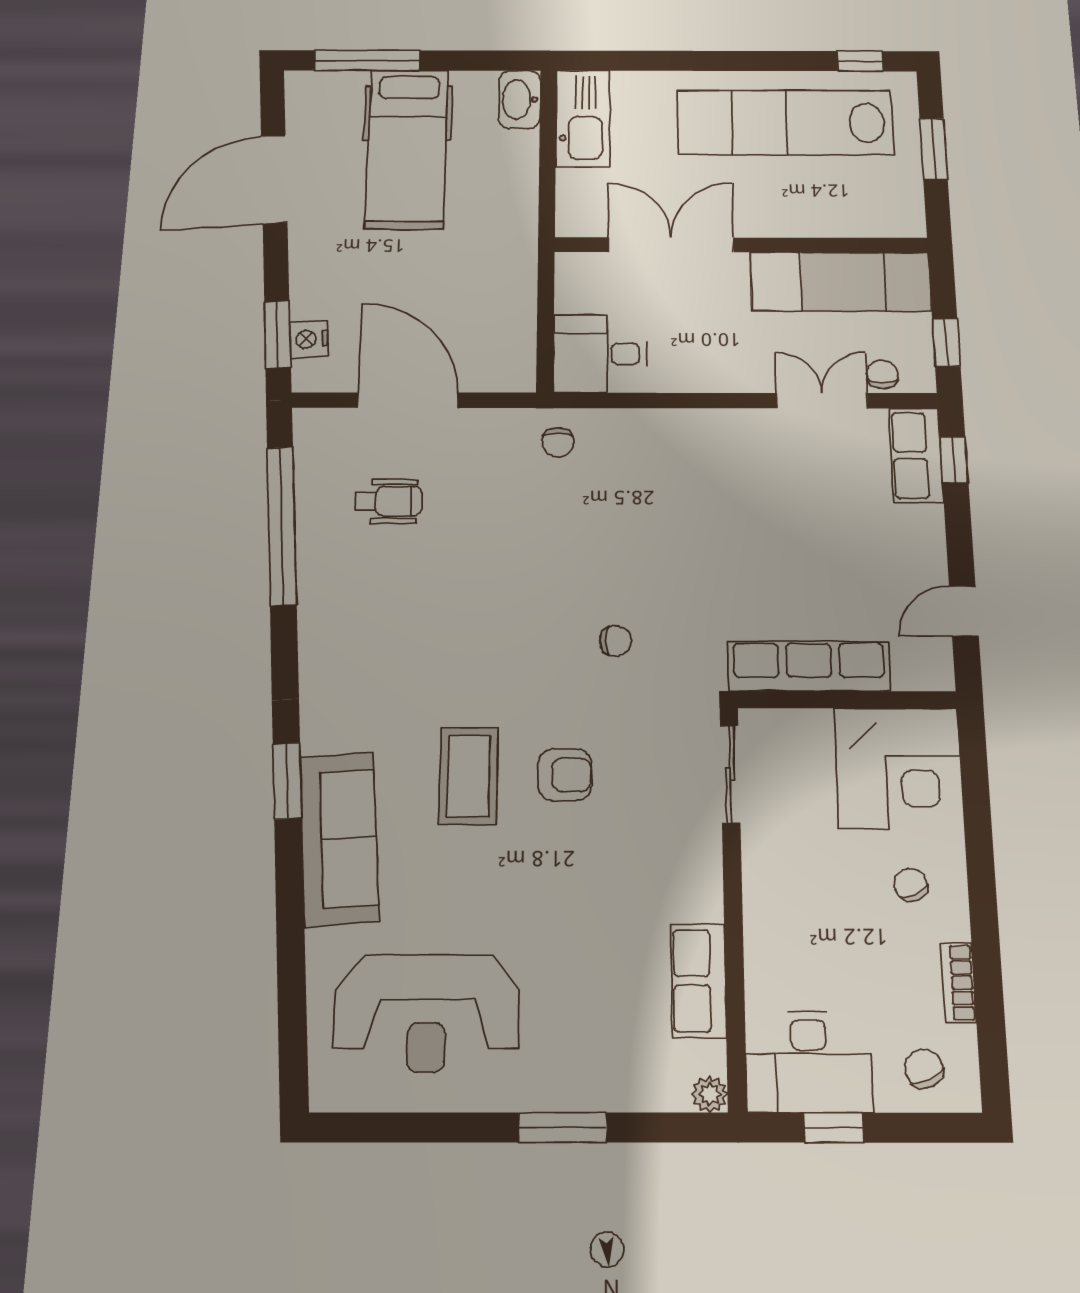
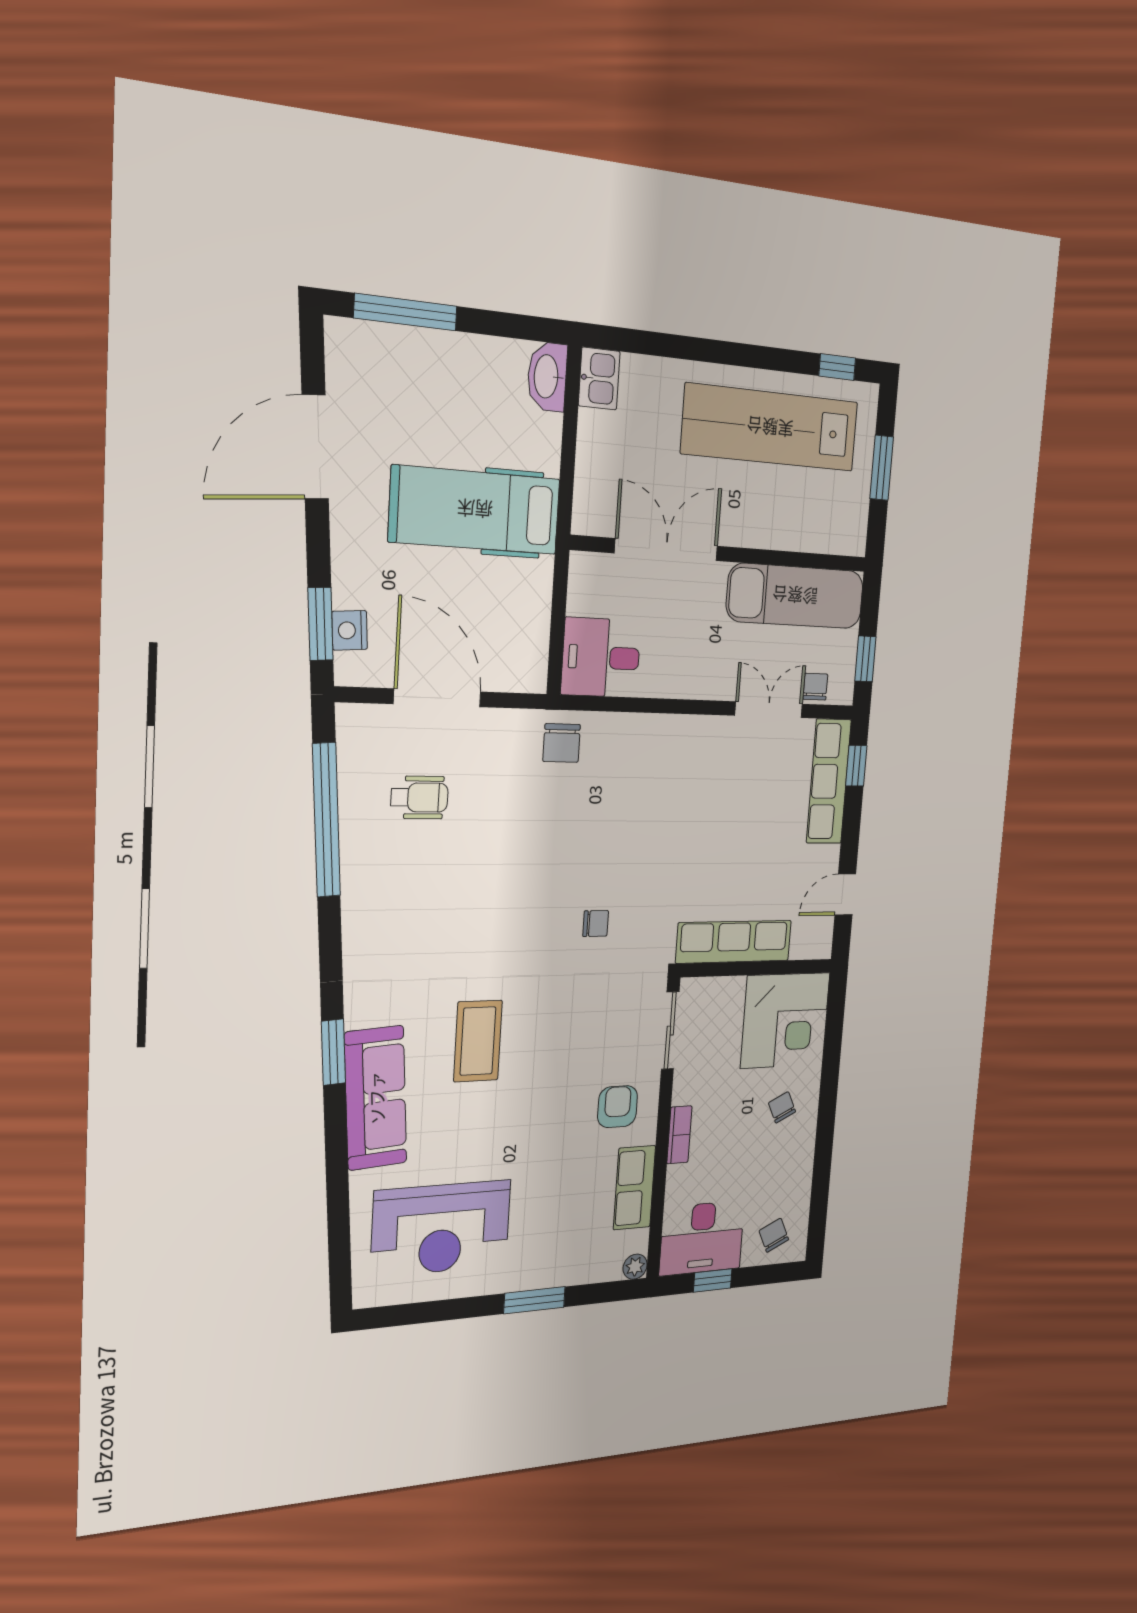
kitchen sink: (583, 118) -> (599, 379), width x0.53, depth x0.81
hospital bed: (407, 149) -> (475, 510), moved, turned 90
chair: (558, 442) -> (562, 743), width x1.37, depth x1.37
row of seats: (916, 455) -> (829, 781), width x1.48
armchair: (565, 775) -> (618, 1107), moved, turned -90
bookcase: (958, 983) -> (679, 1135), moved, turned 180

